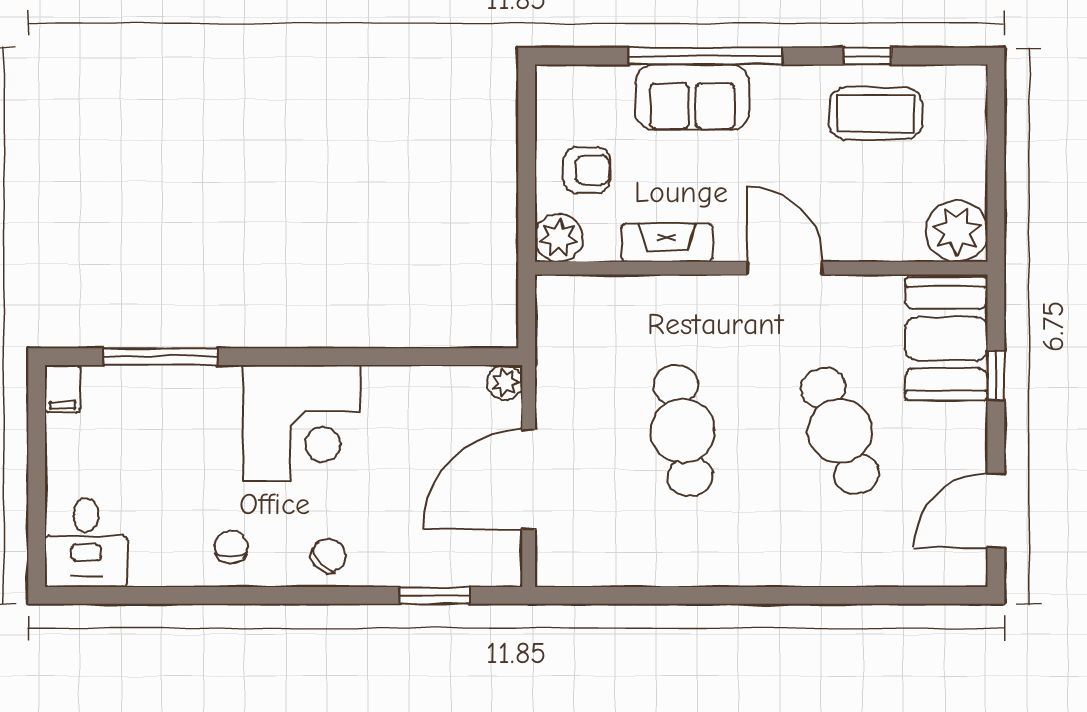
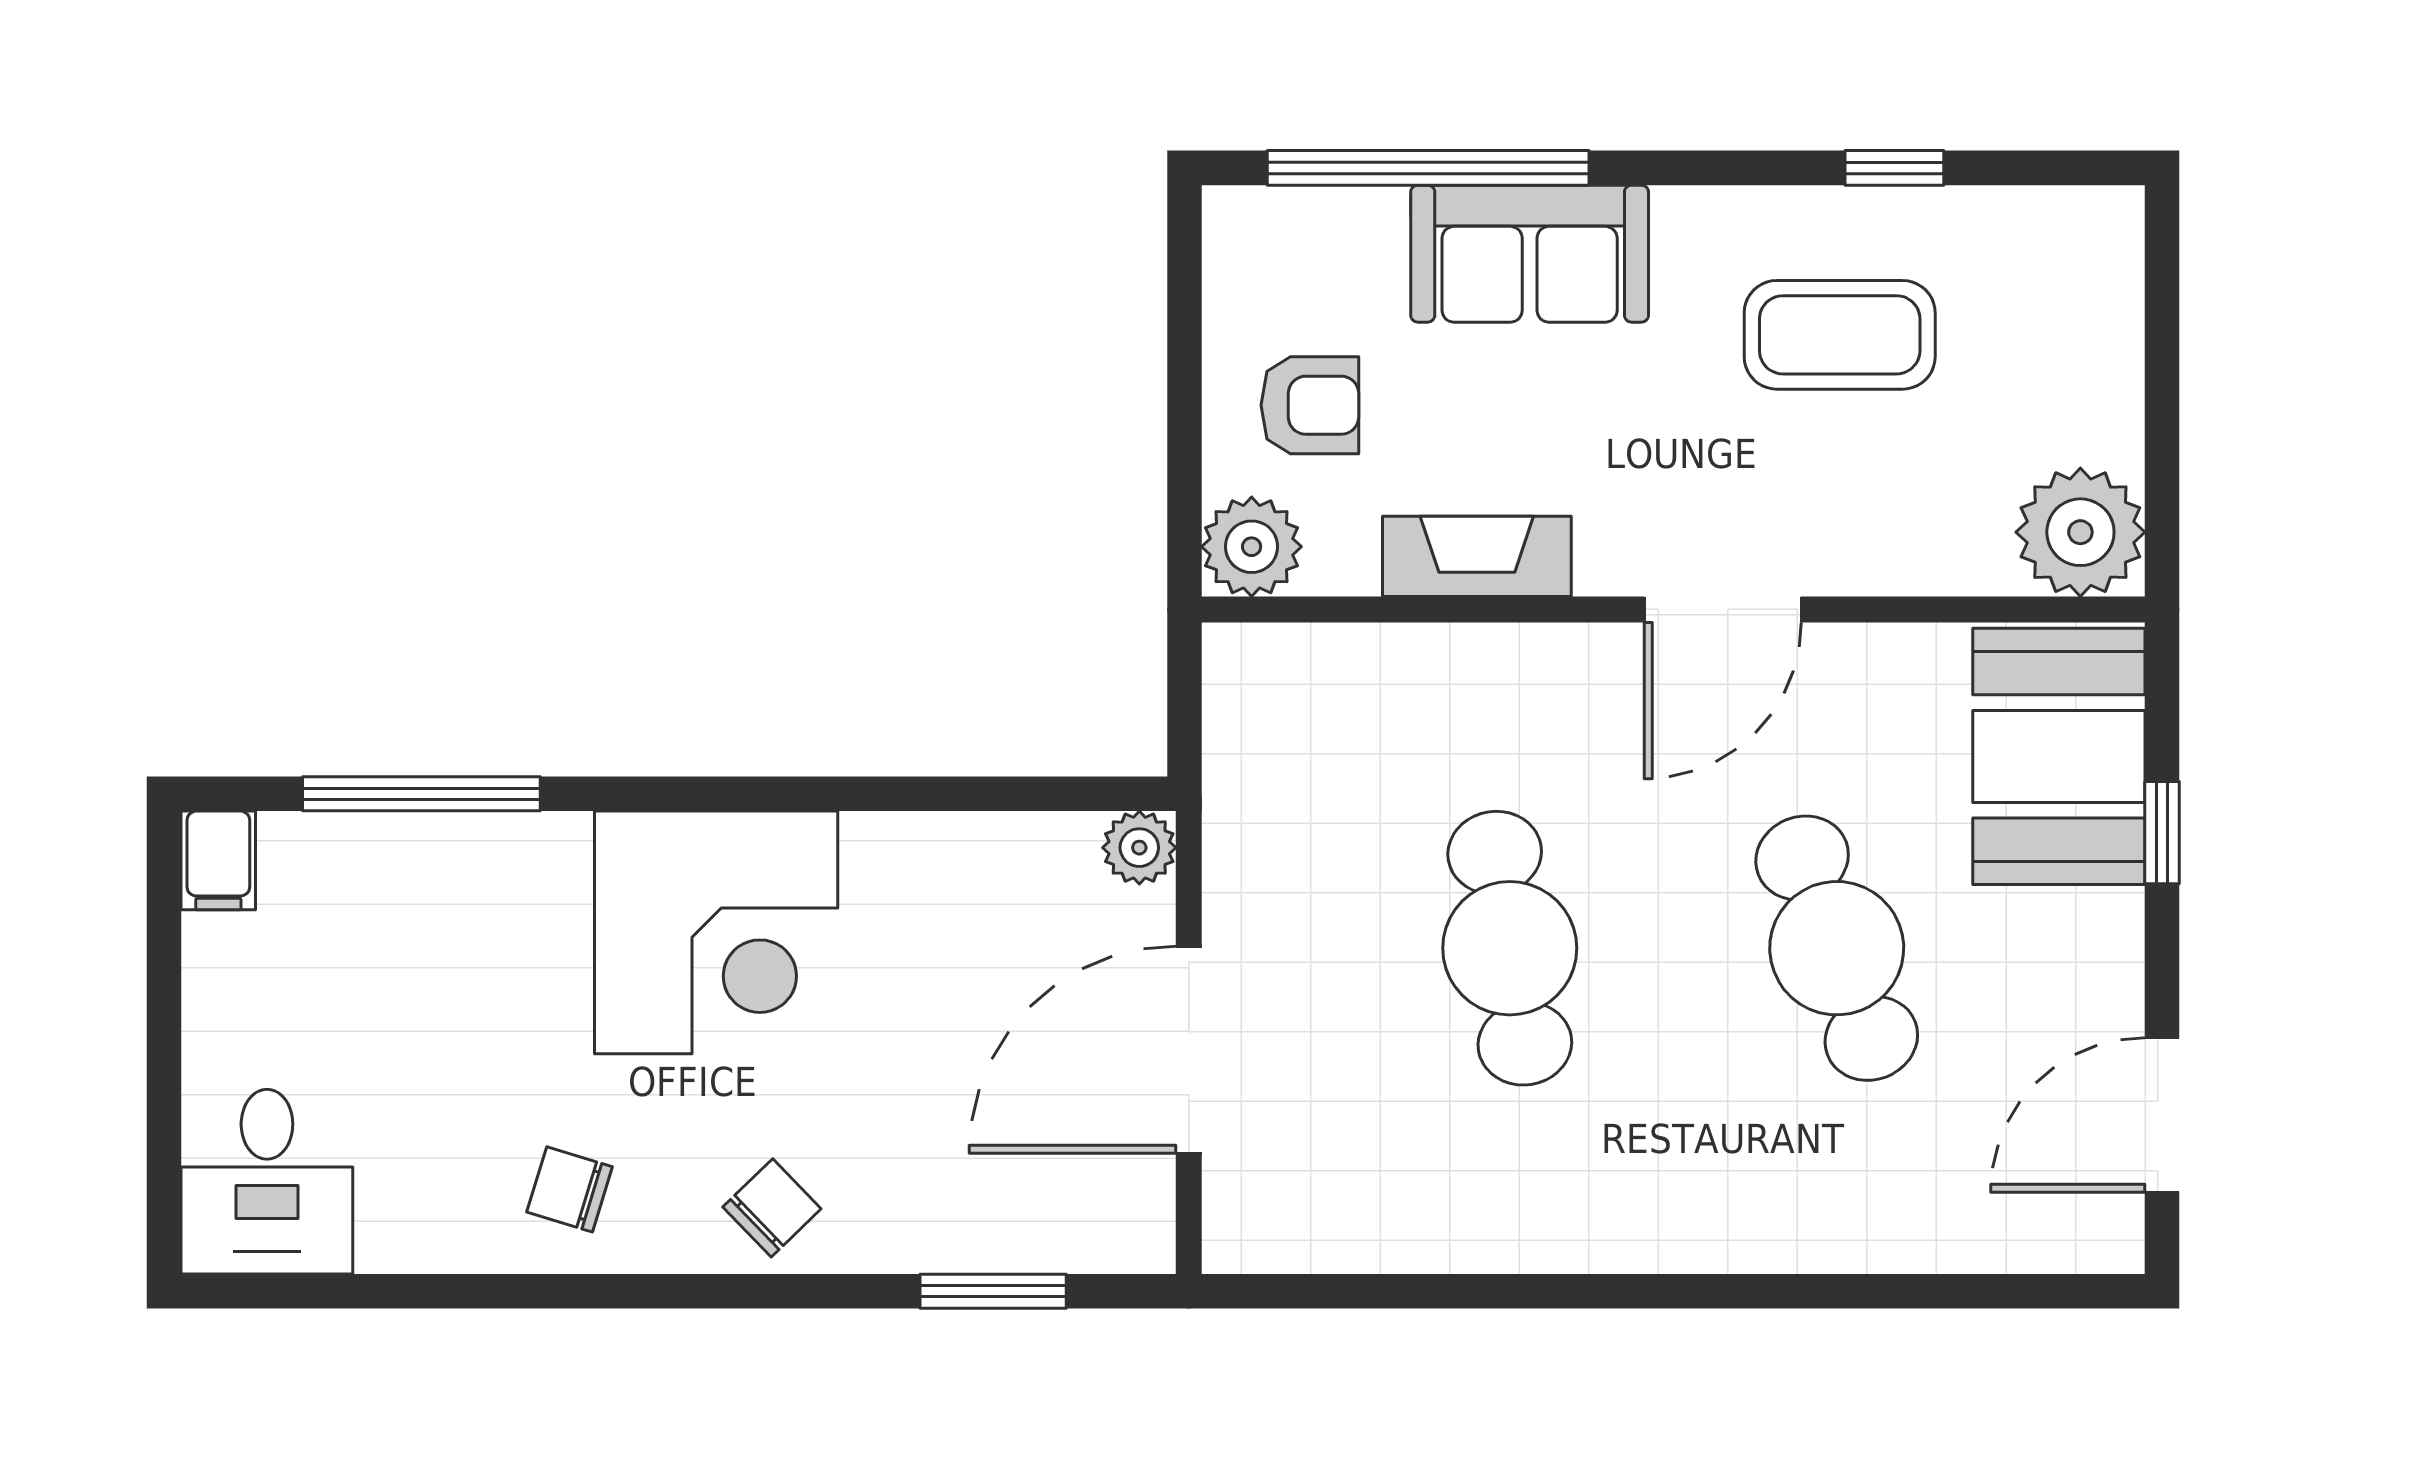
window: (706, 56) -> (1428, 168), moved
coffee table: (876, 114) -> (1840, 335), moved
door: (785, 268) -> (1723, 609), swing flipped
chair: (231, 547) -> (570, 1189), turned -73

